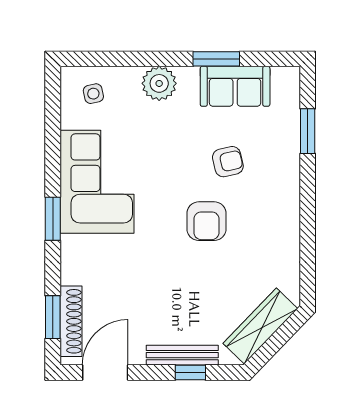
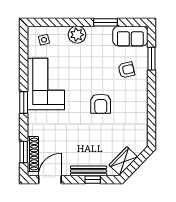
sofa: (235, 86) -> (130, 36), moved
armchair: (228, 162) -> (126, 70), moved
wardrobe: (260, 326) -> (123, 161), width x0.67

